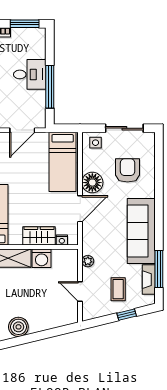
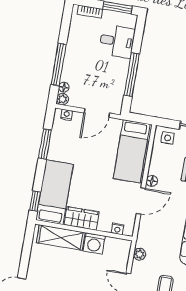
desk: (30, 74) -> (117, 41), moved
floor lamp: (92, 183) -> (152, 181), width x0.53, depth x0.53
wardrobe: (39, 236) -> (82, 218), moved

